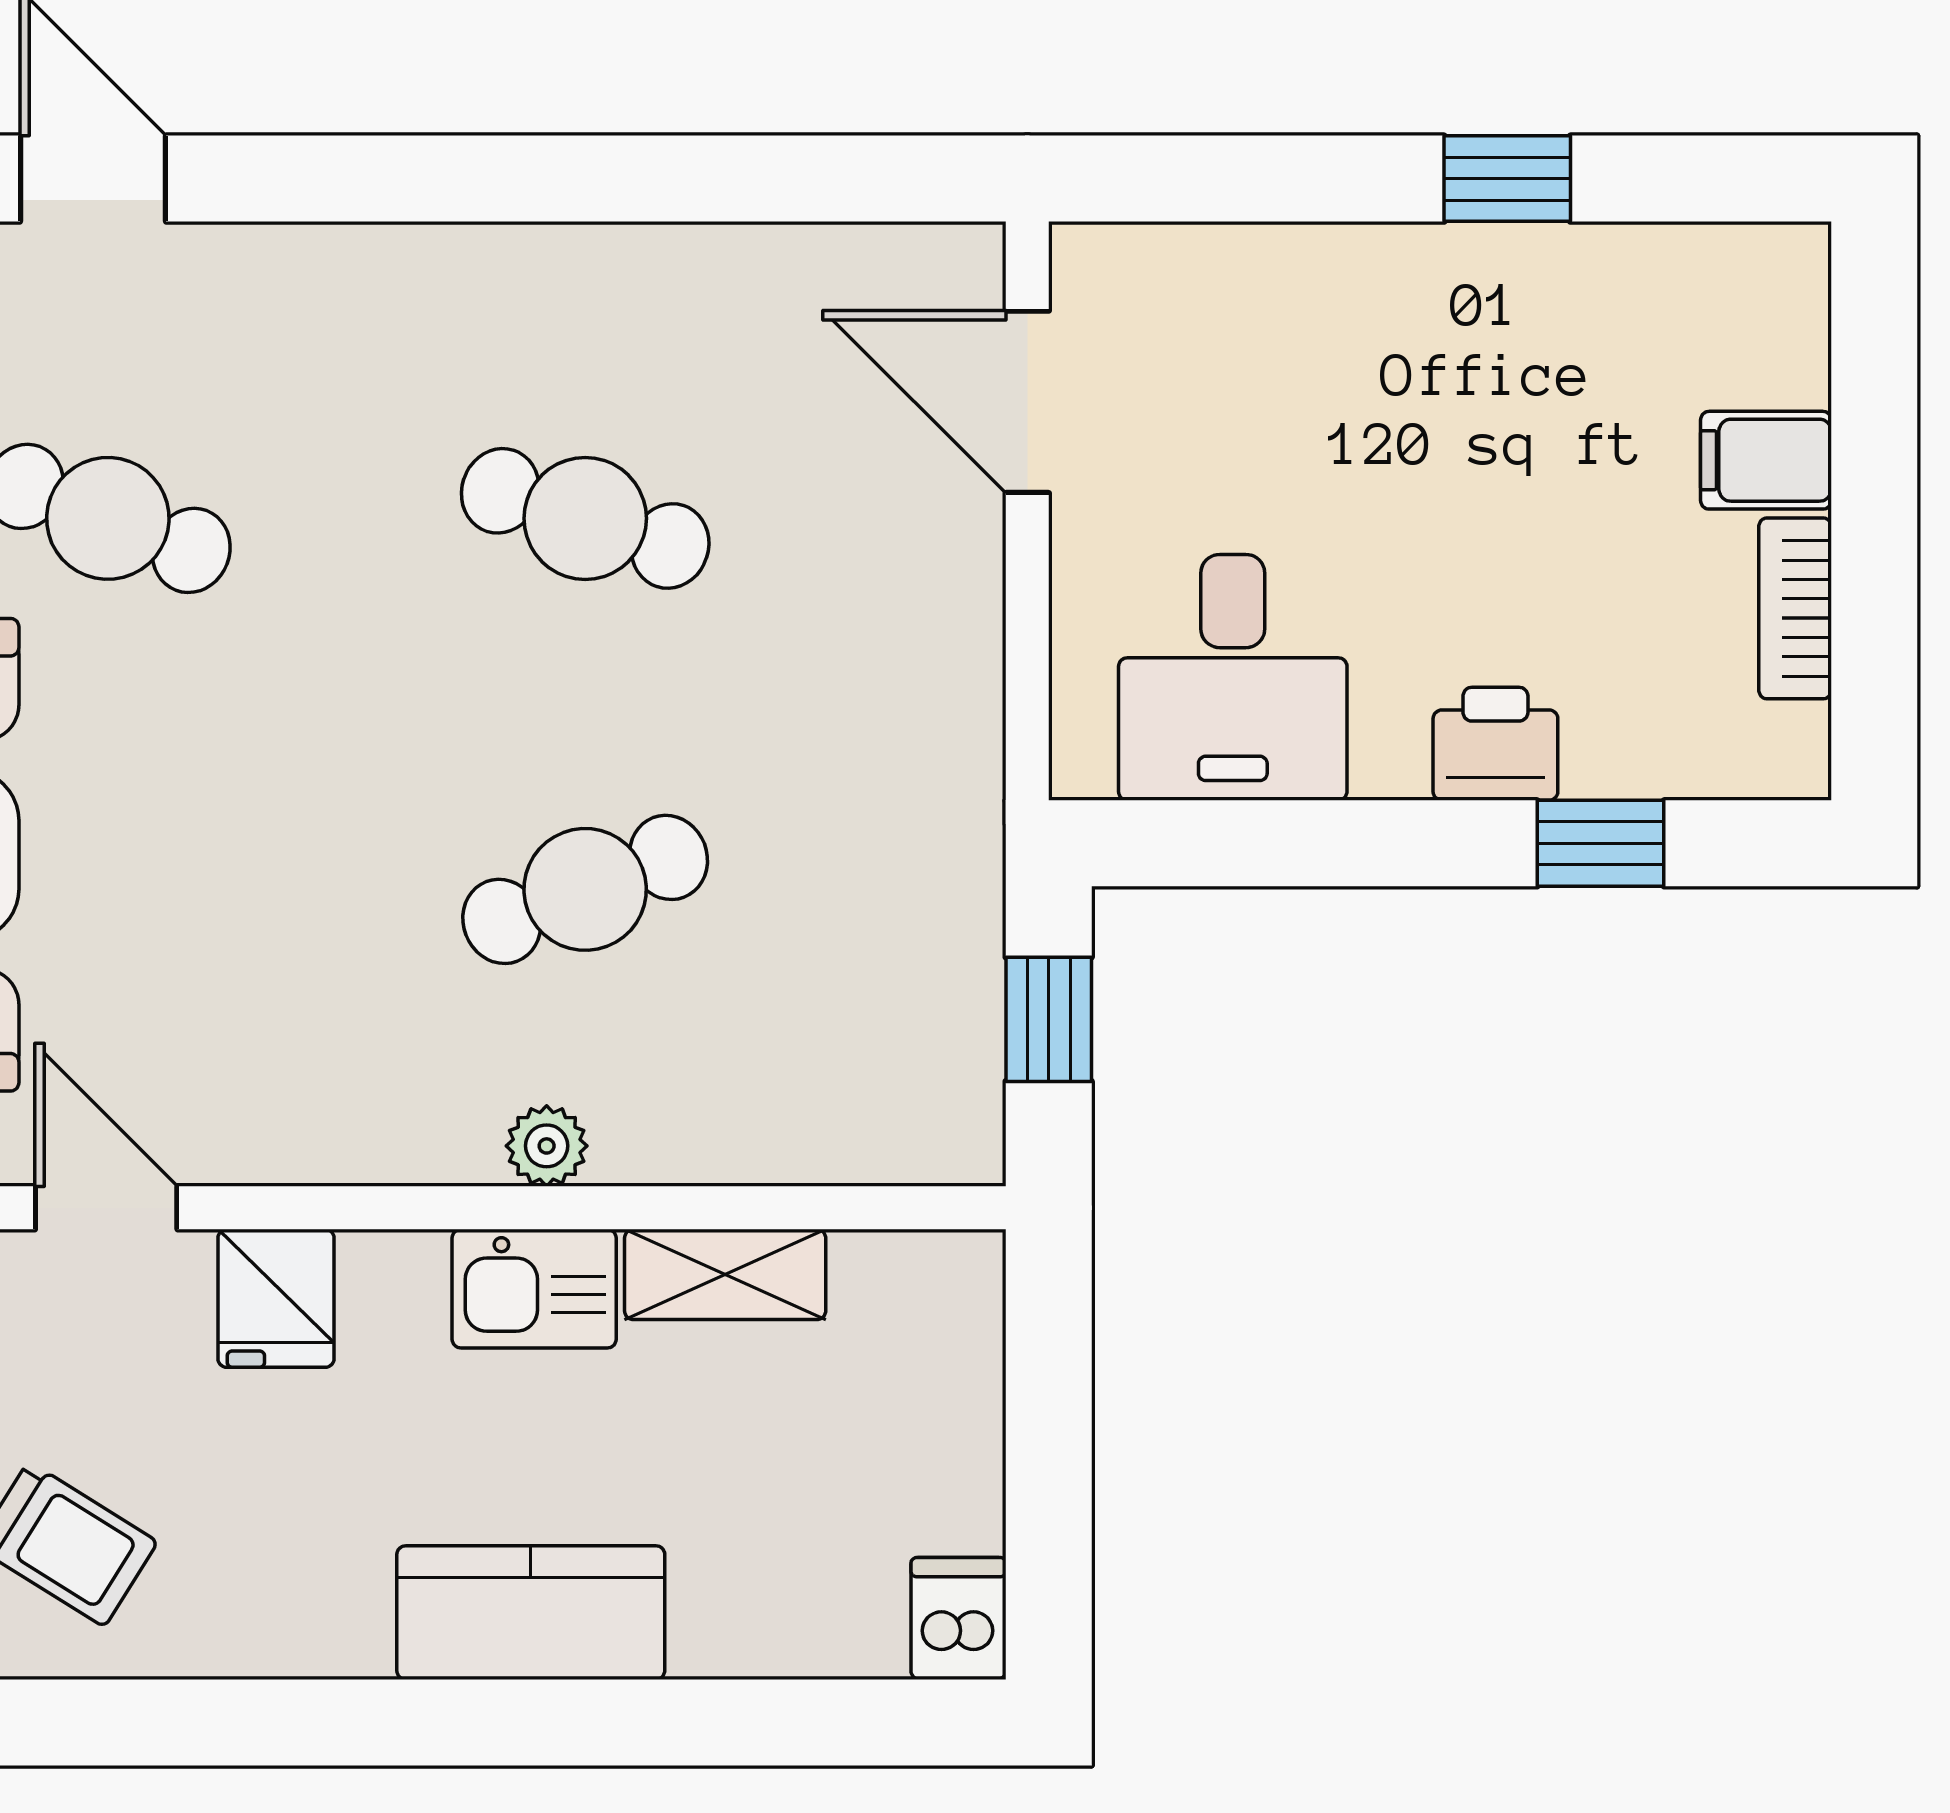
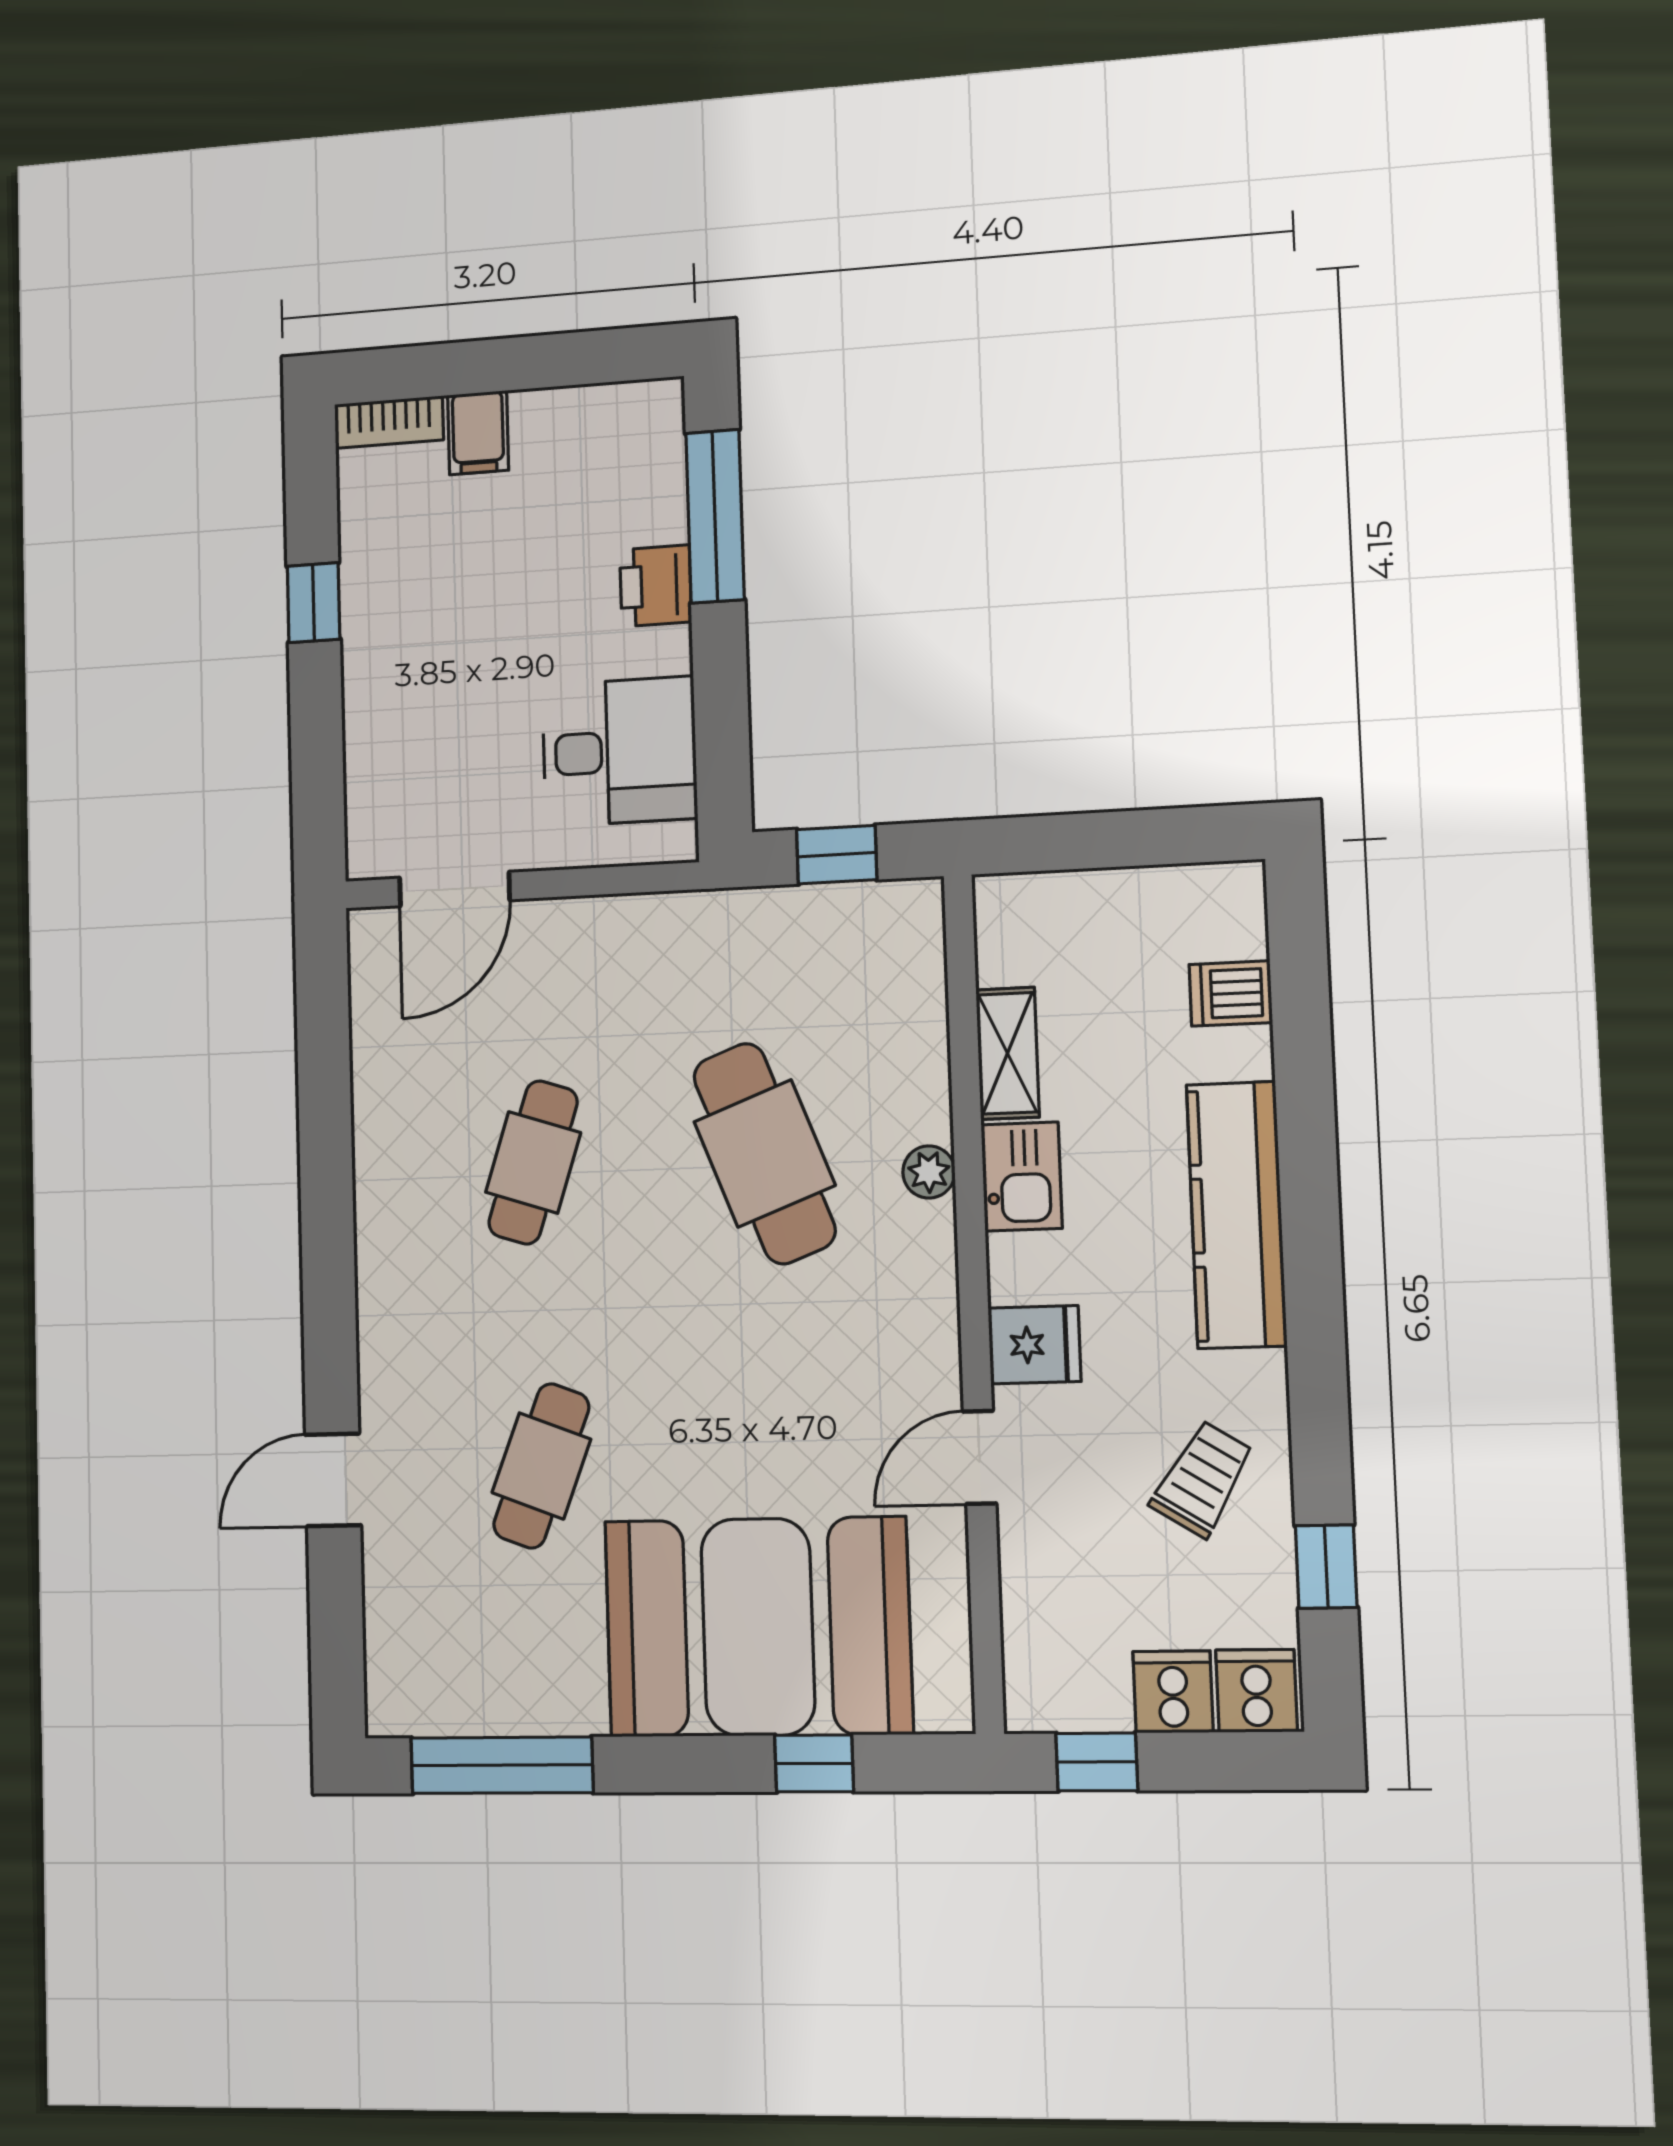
bookcase: (1795, 608) -> (389, 422), moved
window: (1601, 843) -> (715, 516), width x2.17
cafe table: (585, 889) -> (764, 1153), width x1.37, depth x1.35
kitchen counter: (531, 1613) -> (1237, 1215), width x1.50
dishwasher: (958, 1618) -> (1231, 993), moved

